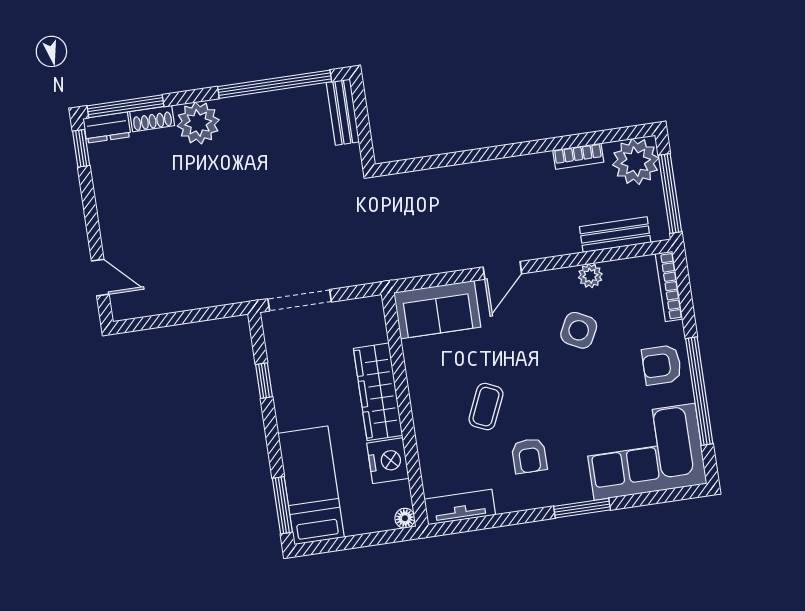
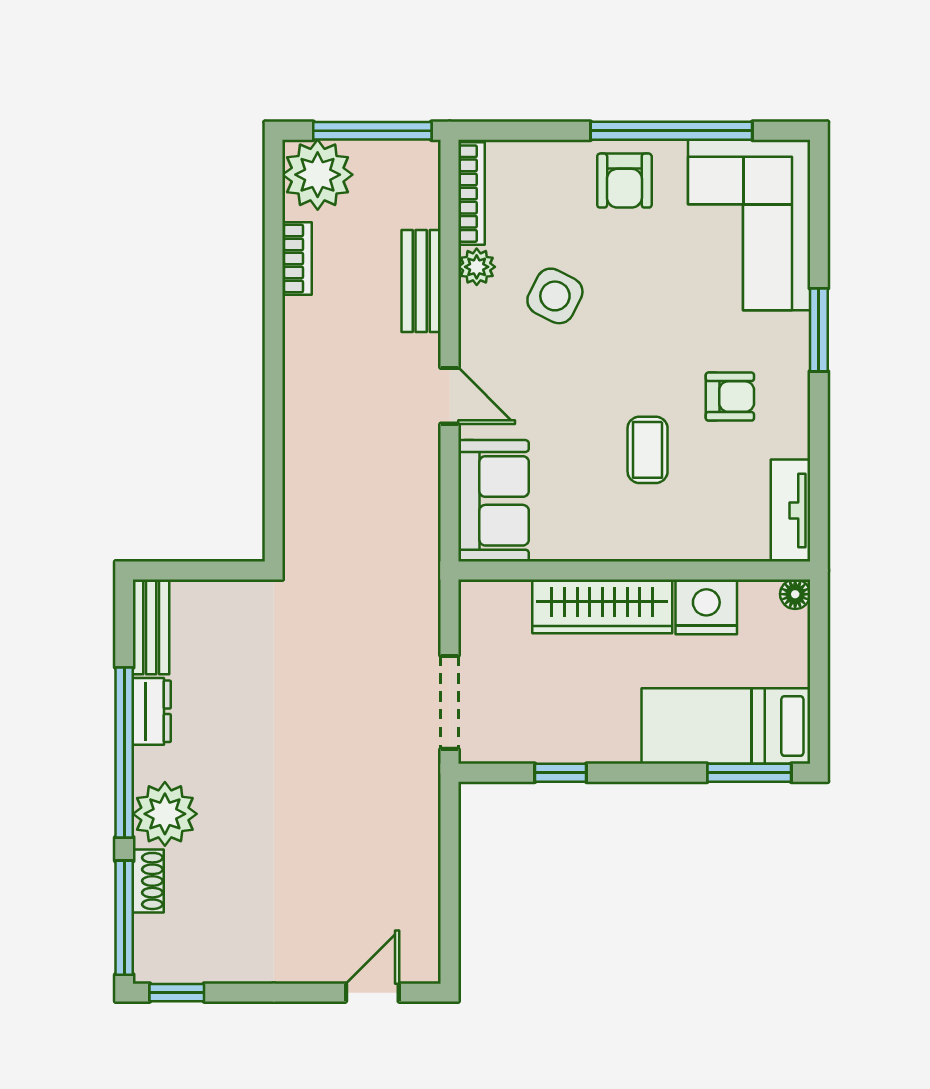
window: (275, 84) -> (124, 752), moved
bench: (343, 112) -> (151, 627), moved, turned 90
dresser: (107, 128) -> (152, 711), moved
bench: (615, 235) -> (421, 281), moved
bookcase: (669, 286) -> (471, 194), moved, turned -90
coffee table: (486, 407) -> (648, 450), turned 66

